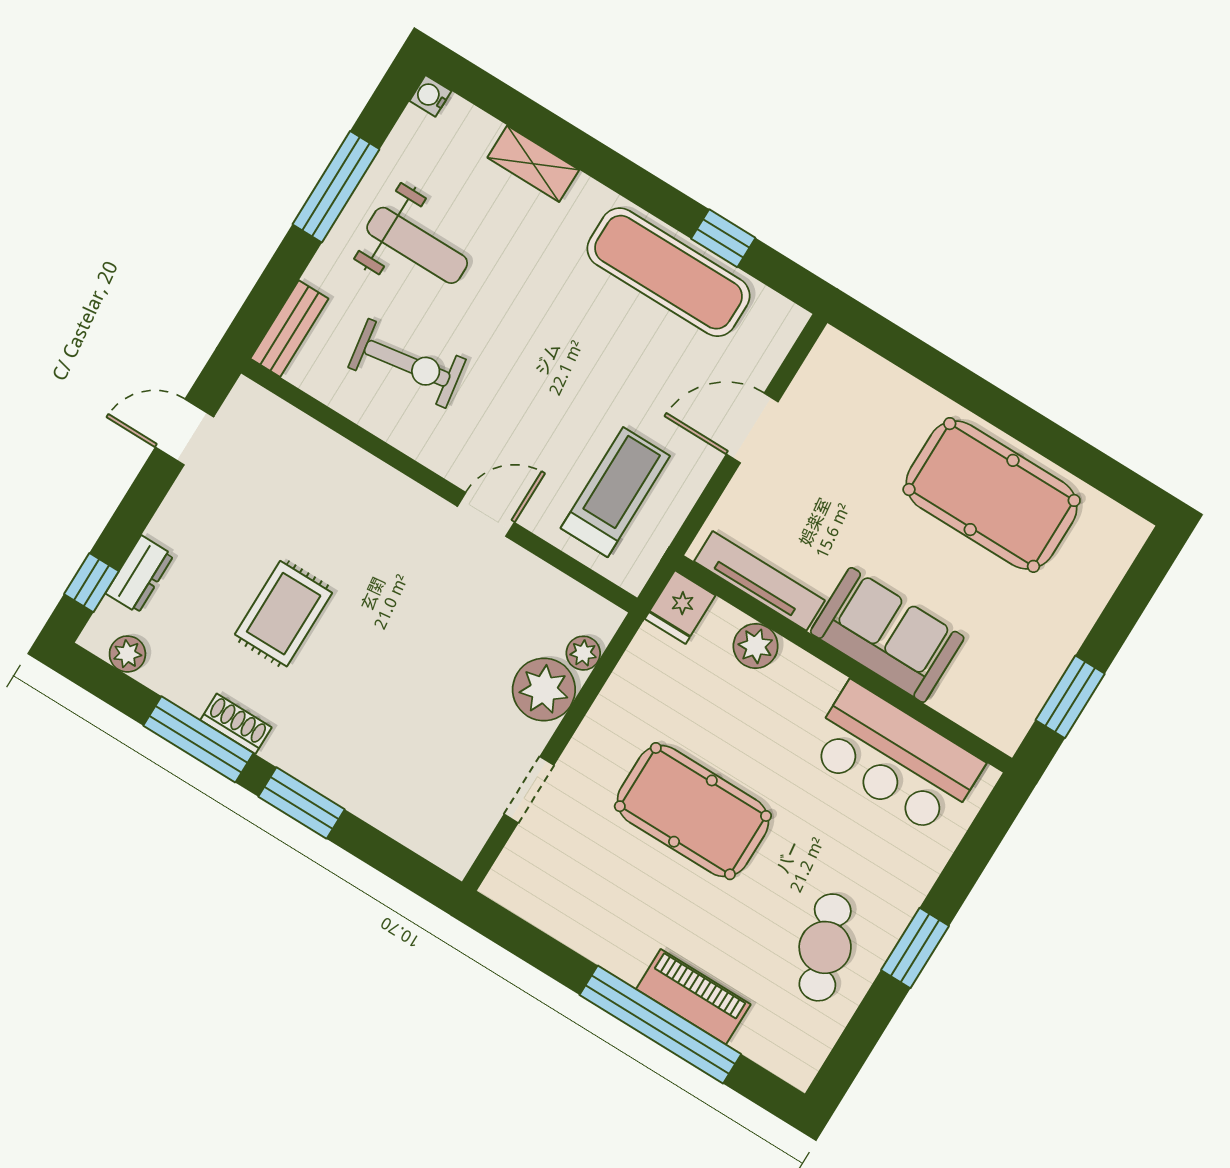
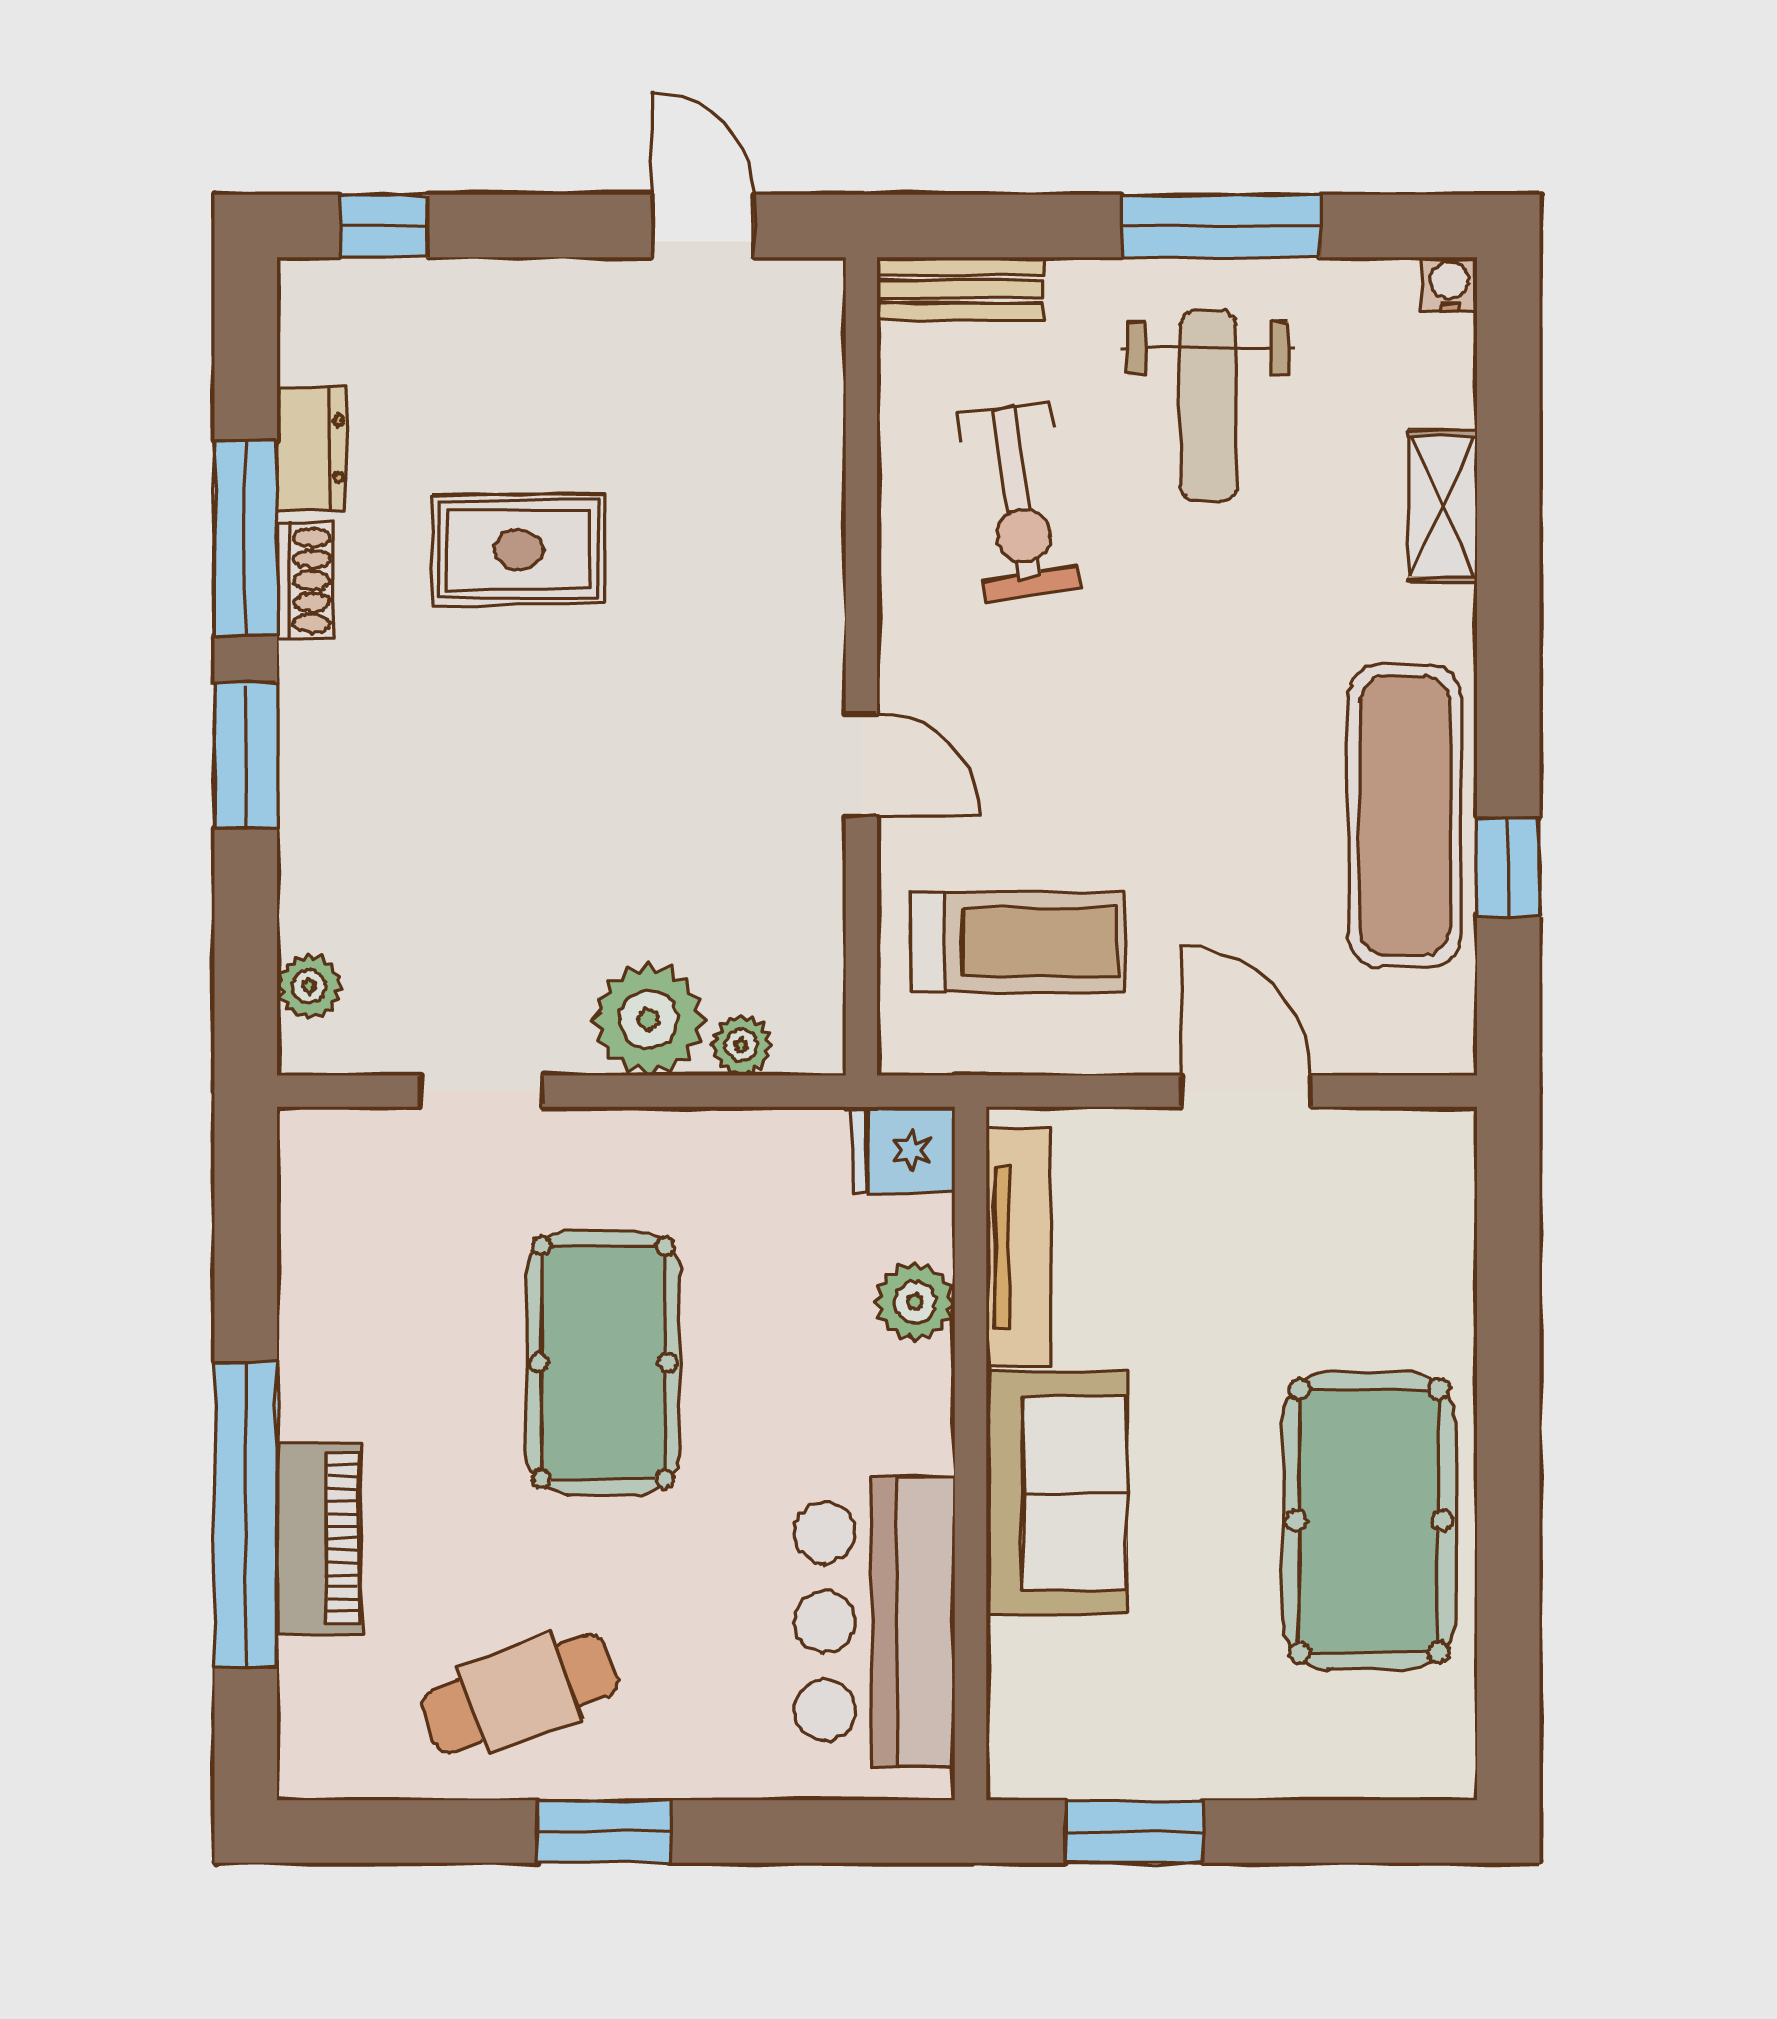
dresser: (140, 574) -> (312, 449), moved, turned -90
plant: (127, 654) -> (309, 986), moved

